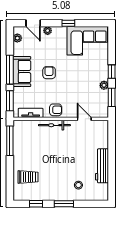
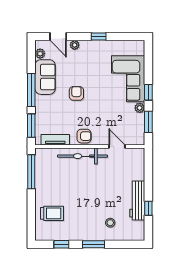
corner sofa: (87, 41) -> (128, 79), moved, turned 90
sofa: (22, 72) -> (45, 77), moved
bicycle: (54, 125) -> (83, 156), width x1.37, depth x1.40
window: (112, 173) -> (148, 208), added

